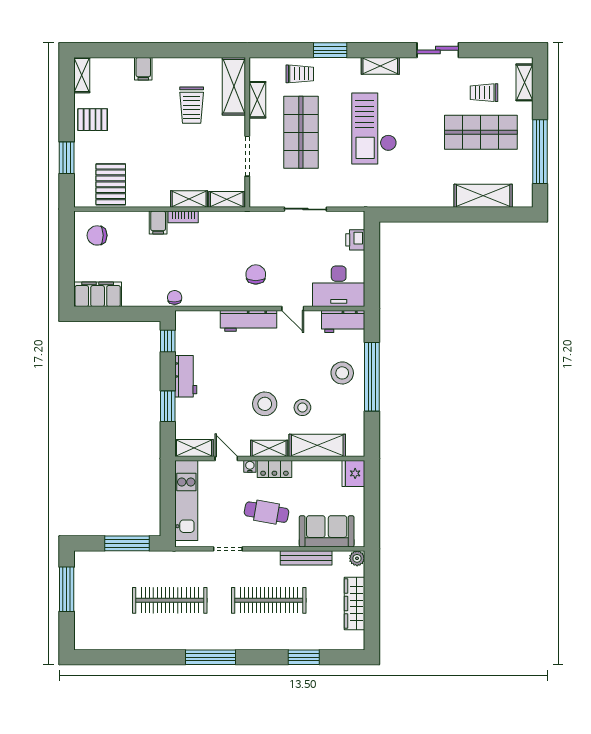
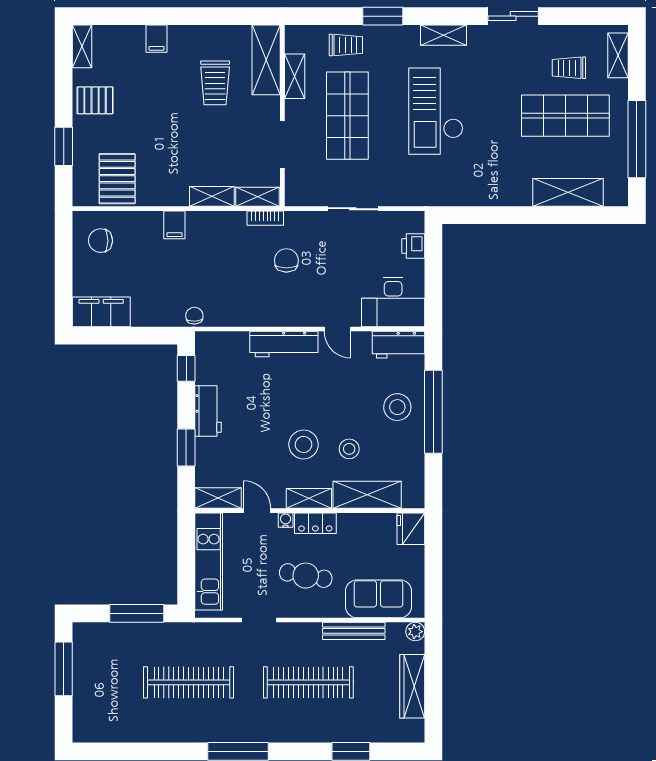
bookcase: (183, 217) -> (265, 218), moved
chair: (256, 274) -> (286, 260), moved

